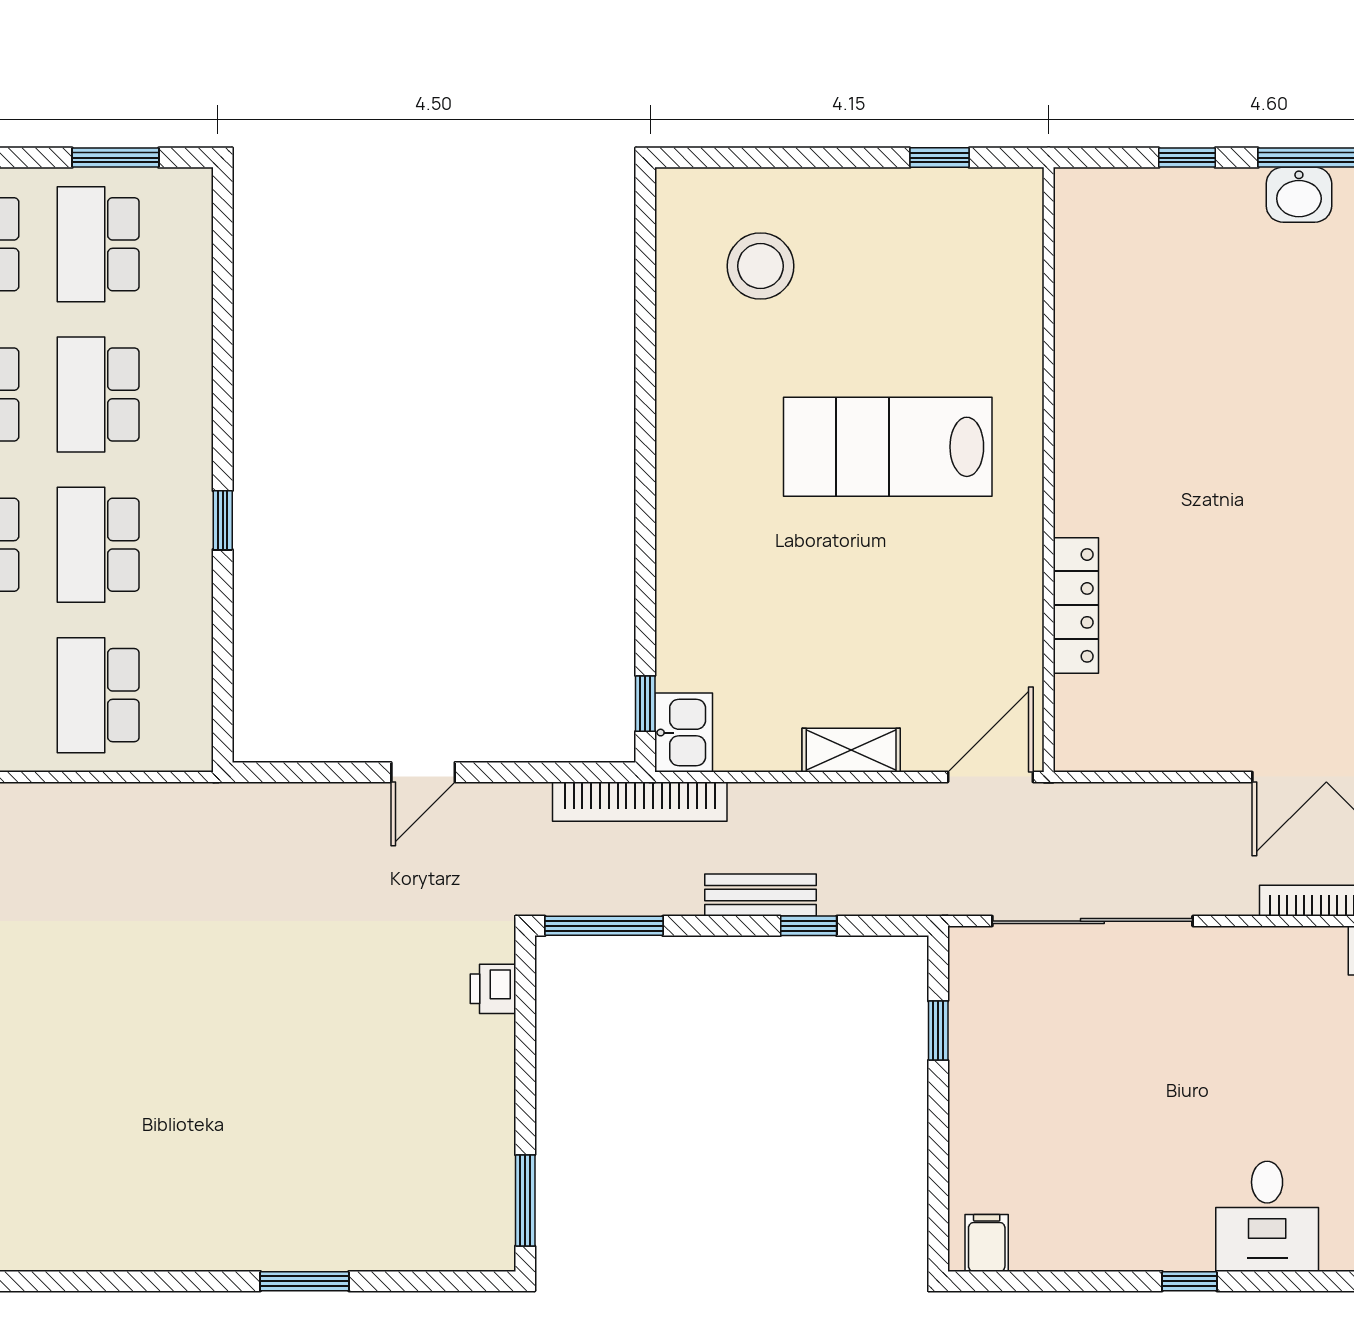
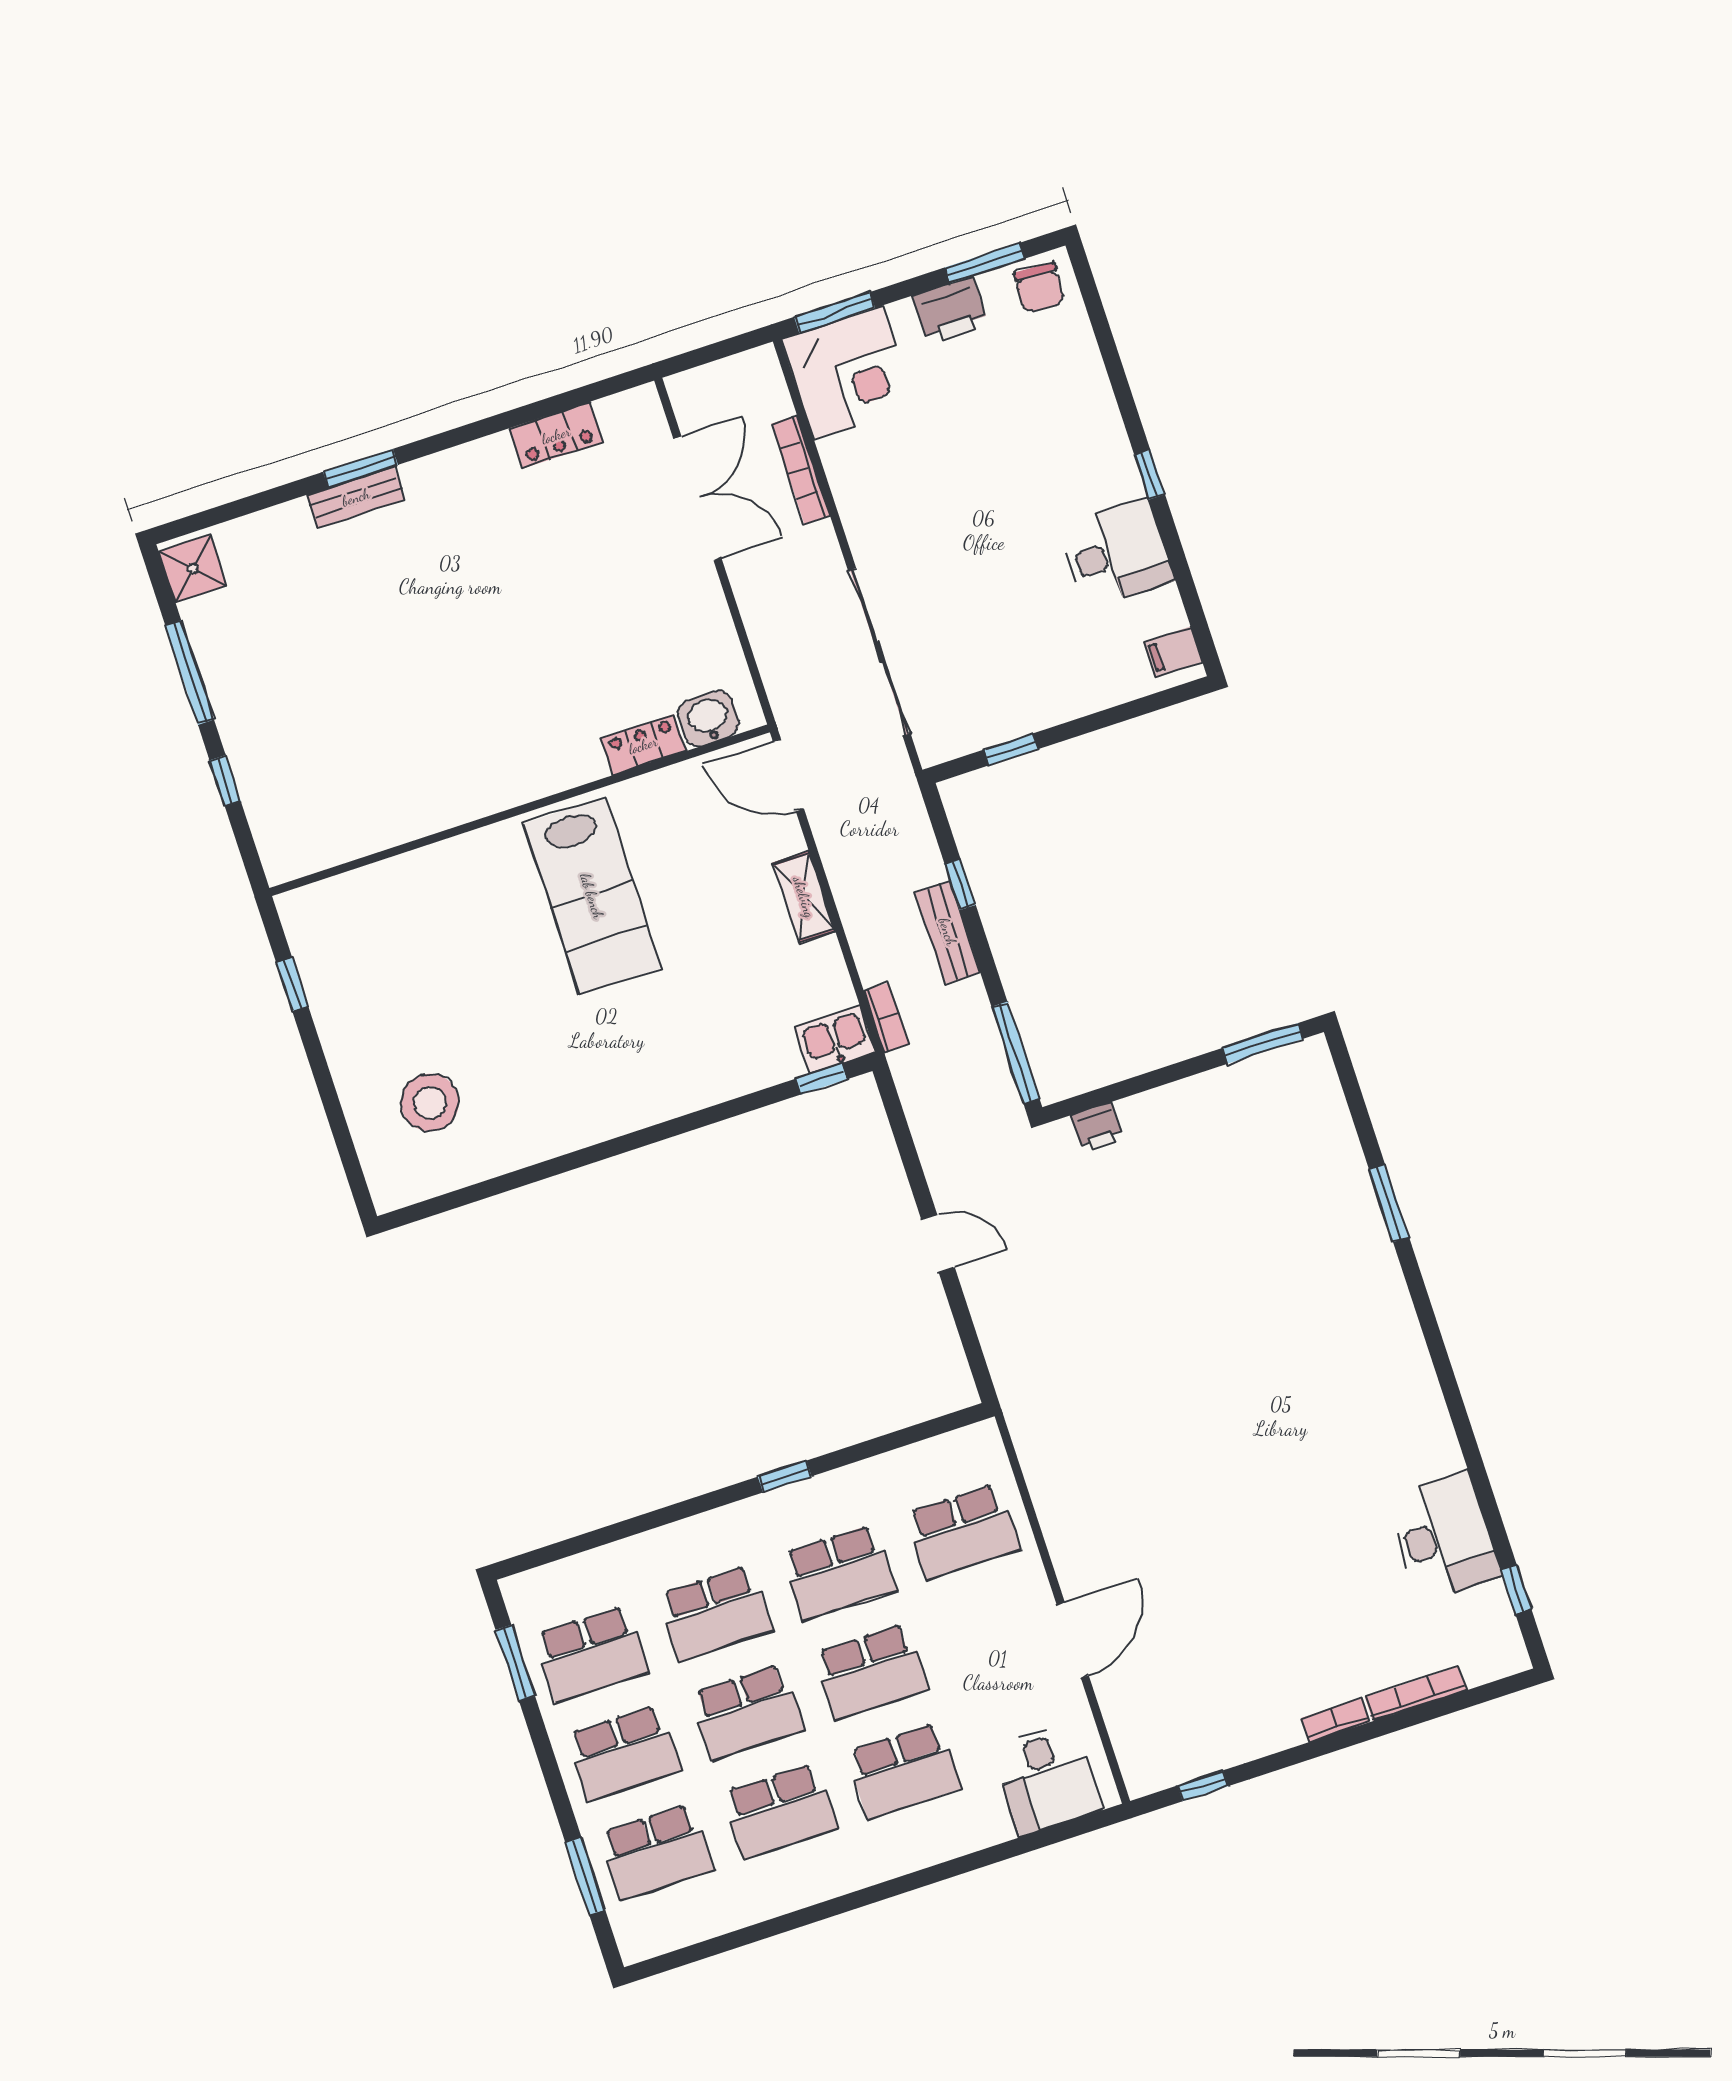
washbasin: (1299, 195) -> (708, 719), moved, turned -90
lab bench: (888, 447) -> (592, 896), moved
locker: (1076, 605) -> (643, 745), width x0.66
bookcase: (640, 802) -> (886, 1018), width x0.43, depth x0.76
desk: (1267, 1216) -> (1116, 553), moved

